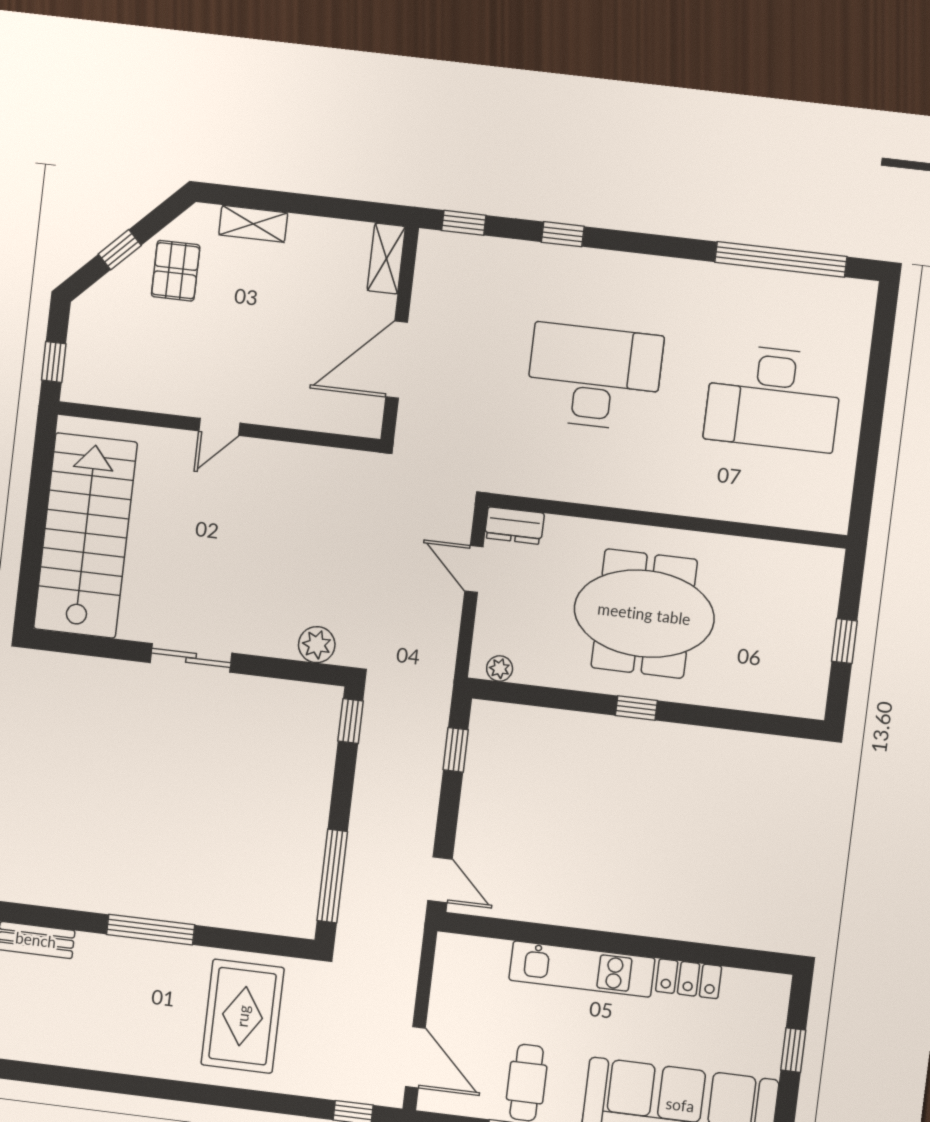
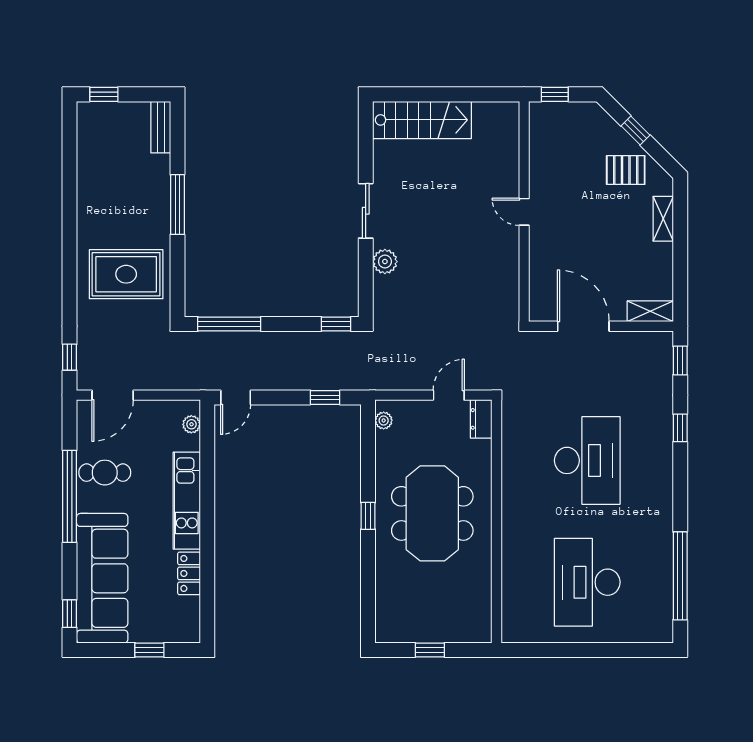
stairs: (85, 536) -> (422, 120), width x0.73, depth x0.66
plant: (317, 645) -> (385, 262), moved
plant: (472, 949) -> (191, 424), added

